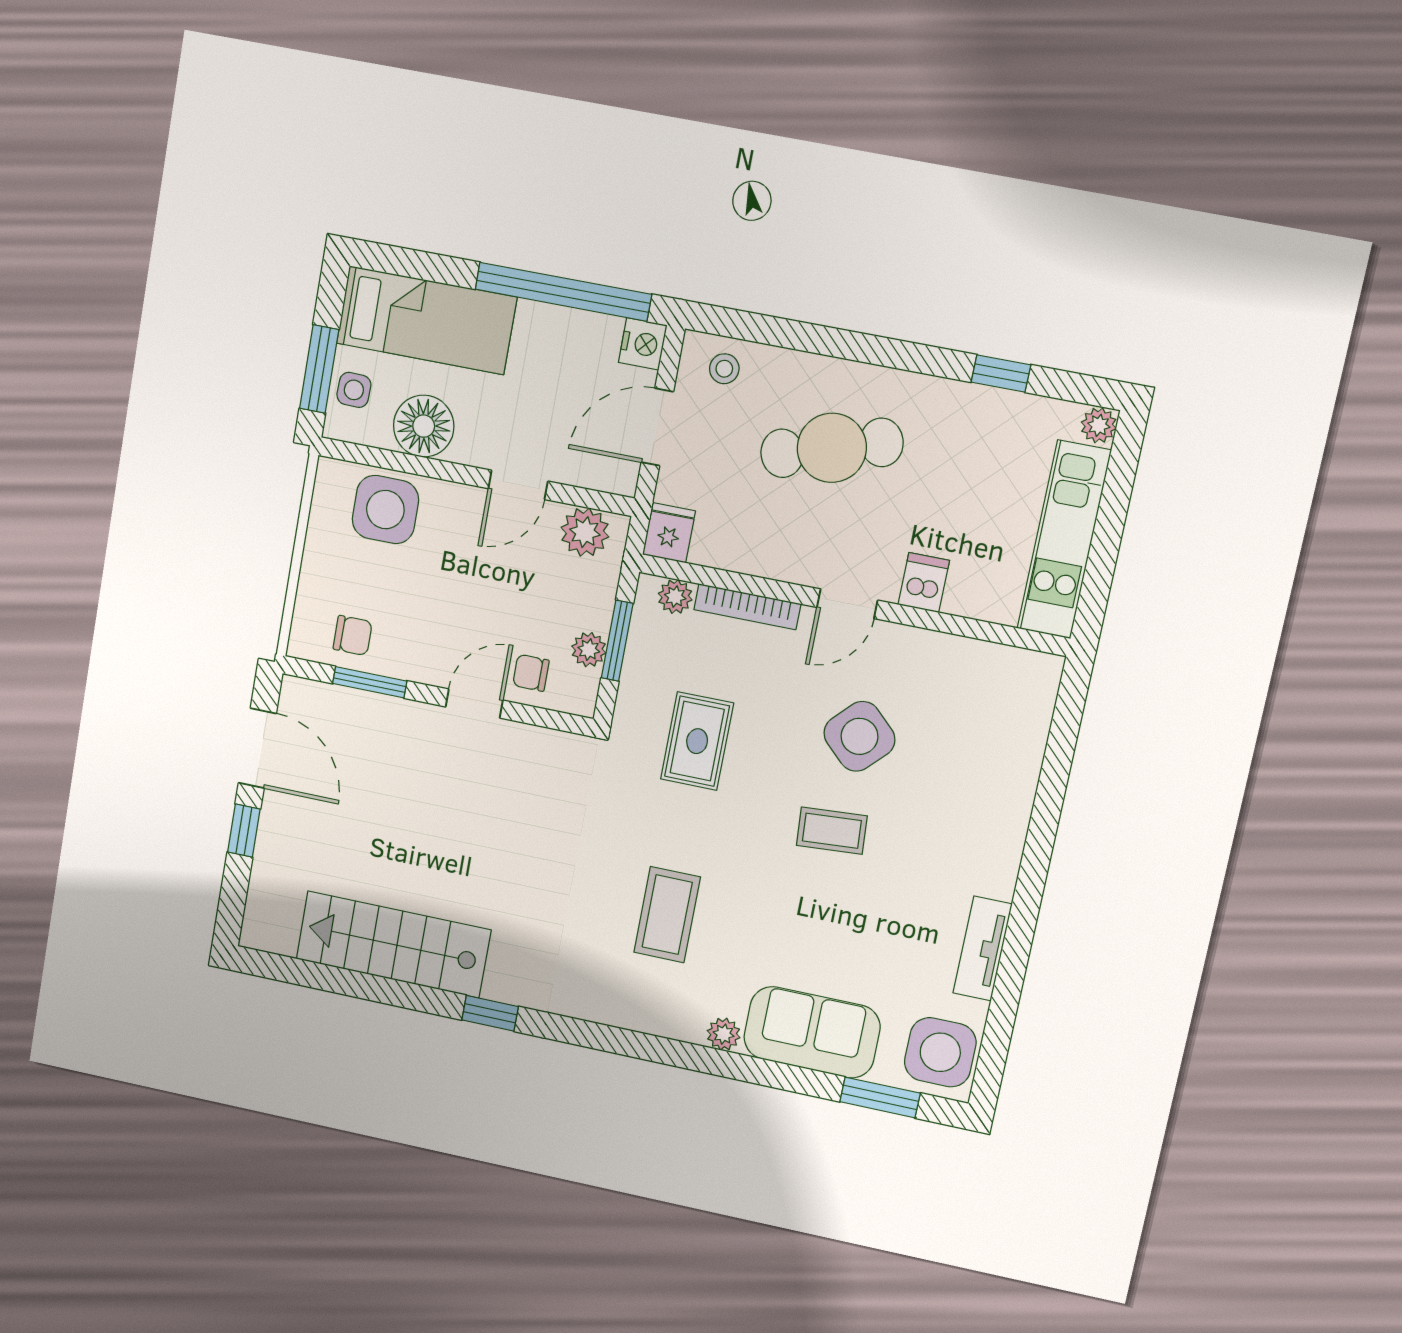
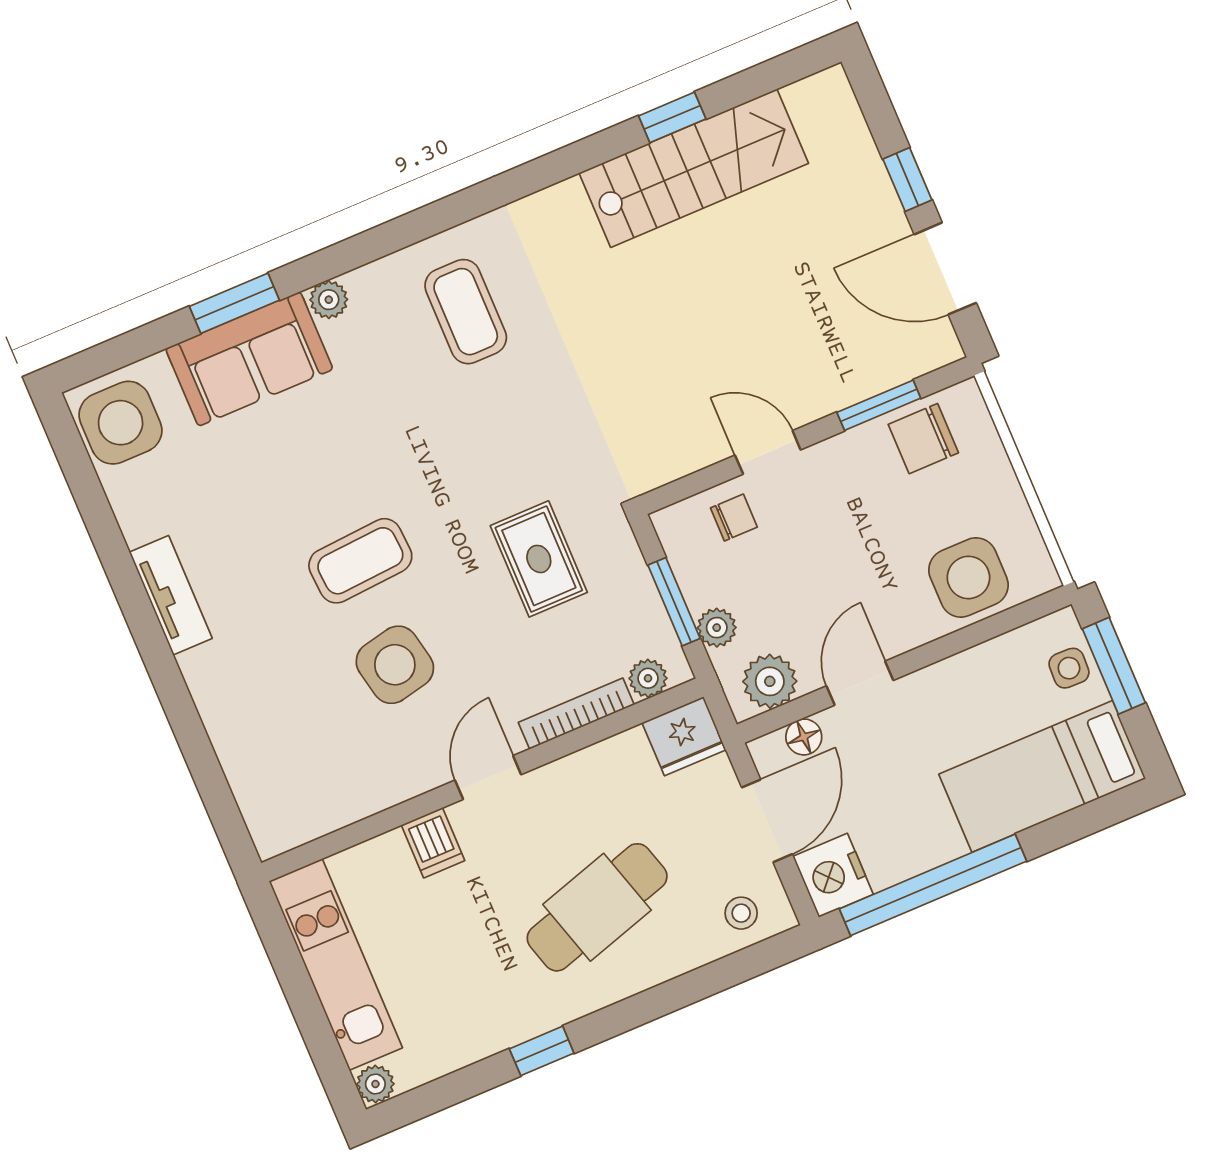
nightstand: (643, 344) -> (833, 875), width x1.36, depth x1.33
window: (1001, 373) -> (542, 1051), moved
floor lamp: (424, 426) -> (804, 737), moved, width x0.53, depth x0.53
fridge: (669, 533) -> (684, 736), width x1.38
chair: (353, 635) -> (923, 439), width x1.37, depth x1.37
plant: (589, 650) -> (717, 628), moved
door: (474, 704) -> (768, 452), swing flipped
side table: (859, 736) -> (395, 665), turned 34
coffee table: (832, 831) -> (360, 561), width x1.36, depth x1.30
coffee table: (667, 915) -> (466, 312), moved
tv unit: (983, 949) -> (171, 595), moved
window: (490, 1013) -> (672, 117), moved
window: (880, 1097) -> (234, 303), moved

